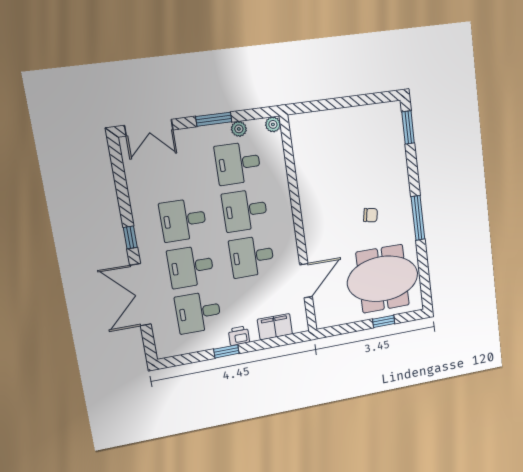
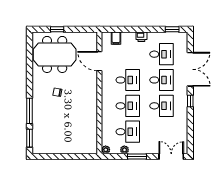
window: (418, 218) -> (29, 111), moved
door: (306, 281) -> (99, 61), hinge flipped
filing cabinet: (275, 327) -> (116, 38), width x0.50
window: (226, 351) -> (172, 29), moved

